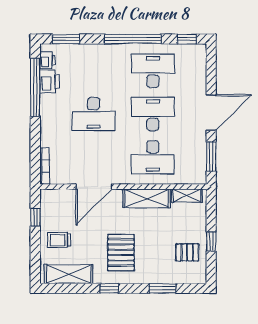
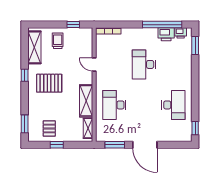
window: (133, 39) -> (195, 91), removed
desk: (153, 114) -> (144, 105), removed
door: (94, 187) -> (94, 65), width x0.53
window: (162, 288) -> (25, 124), moved

